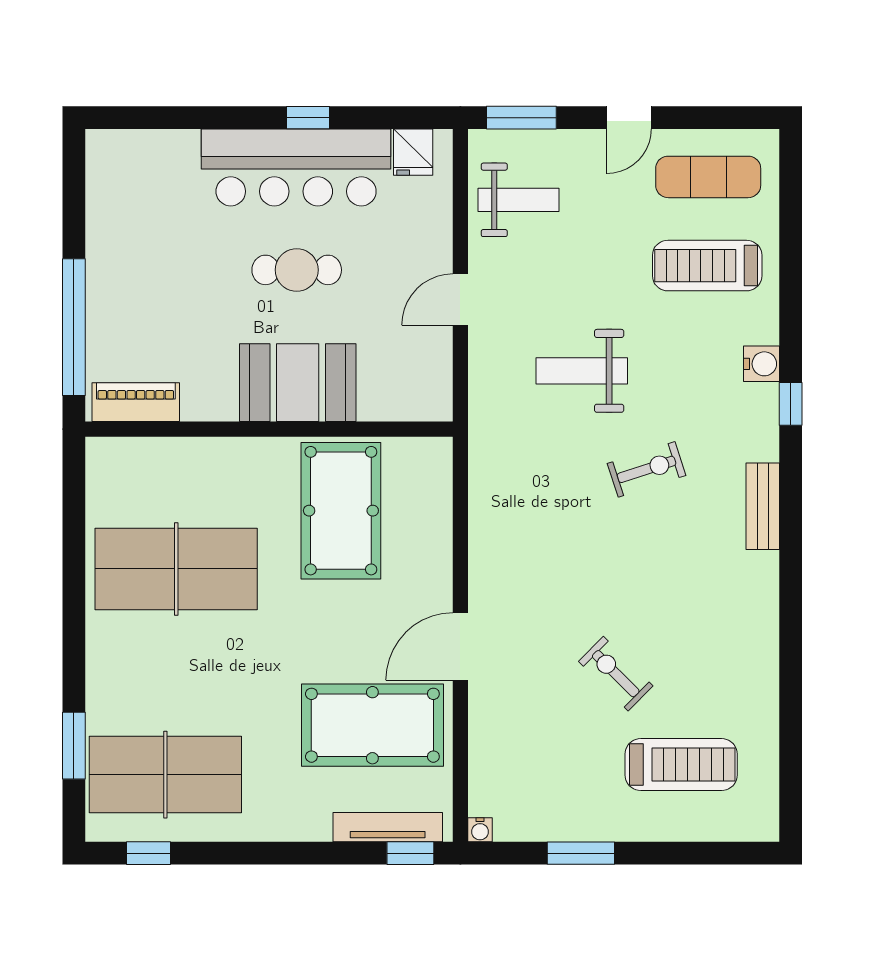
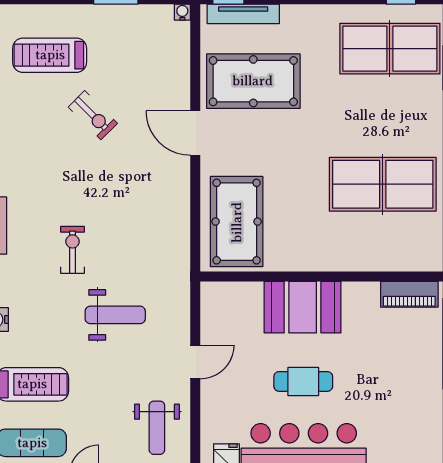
weight bench: (519, 200) -> (157, 428), turned -90
exercise bike: (647, 469) -> (72, 250), turned 108
pool table: (341, 511) -> (237, 222), moved
door: (460, 646) -> (195, 133), swing flipped

